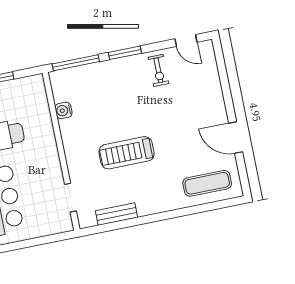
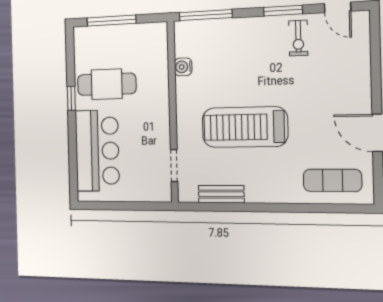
window: (125, 53) -> (283, 11), moved
treadmill: (127, 153) -> (245, 127), width x1.37, depth x1.38

